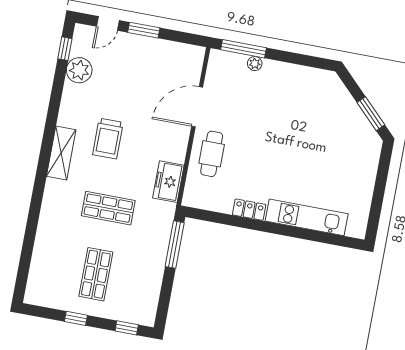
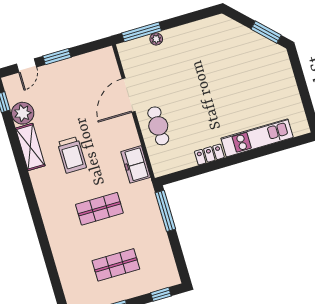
shelving: (61, 153) -> (30, 147), moved
shop shelf: (96, 274) -> (116, 265), turned 90

